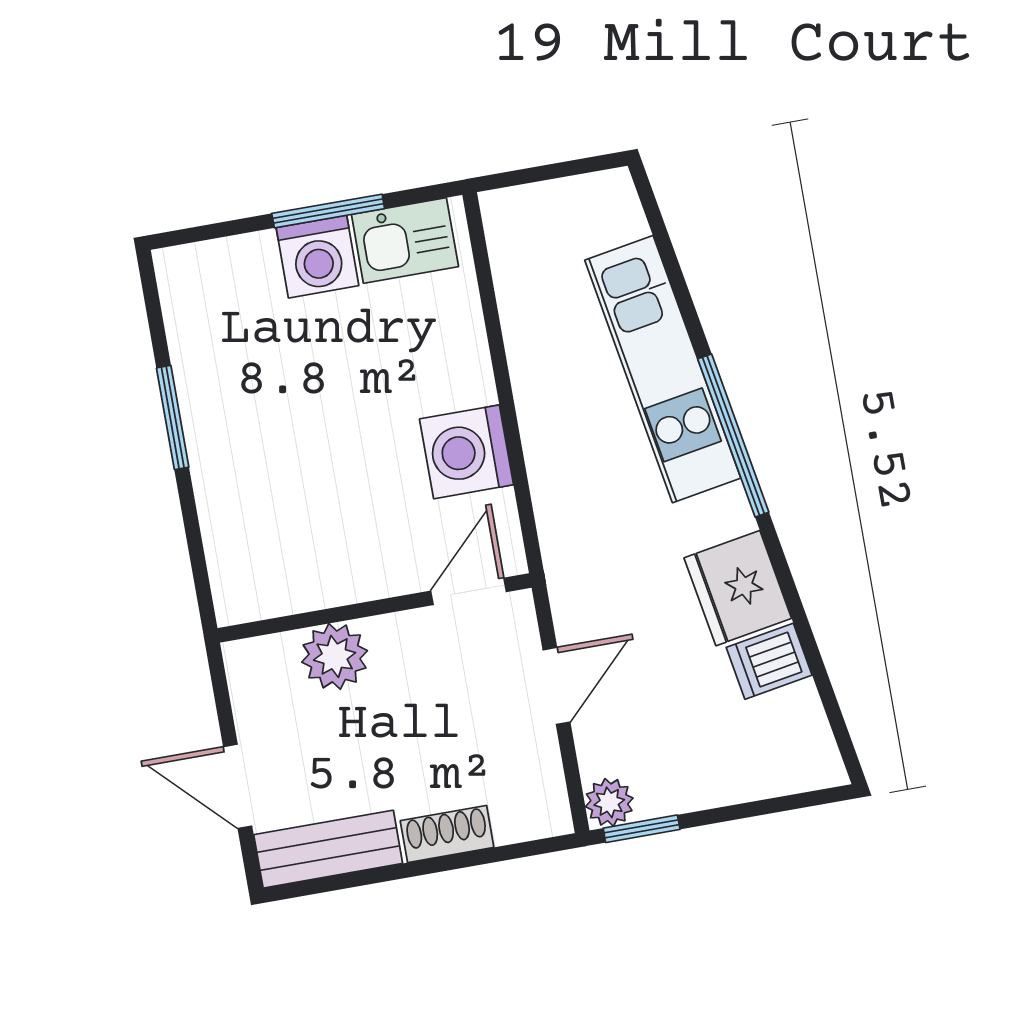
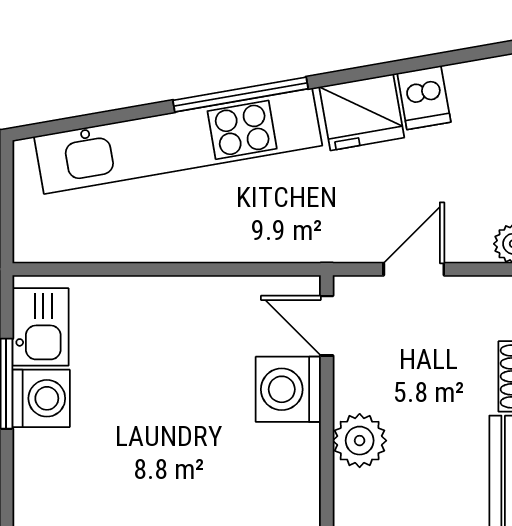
kitchen unit: (663, 369) -> (178, 141), width x1.36
washing machine: (467, 452) -> (288, 389), moved, turned 90
door: (557, 686) -> (414, 269), hinge flipped

